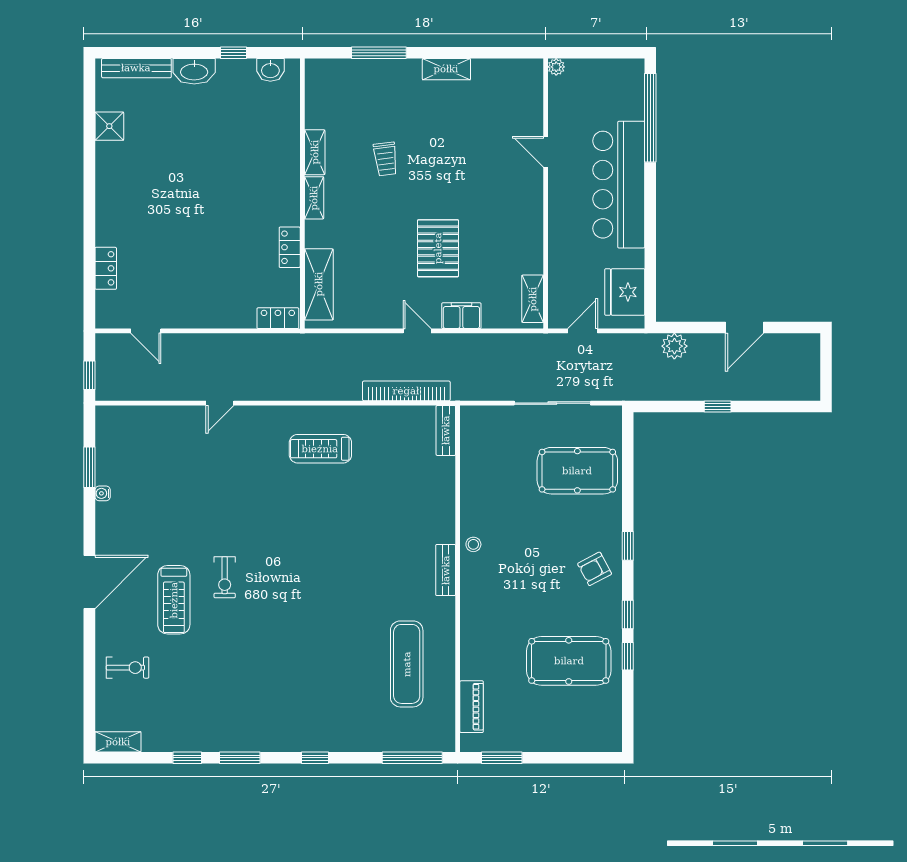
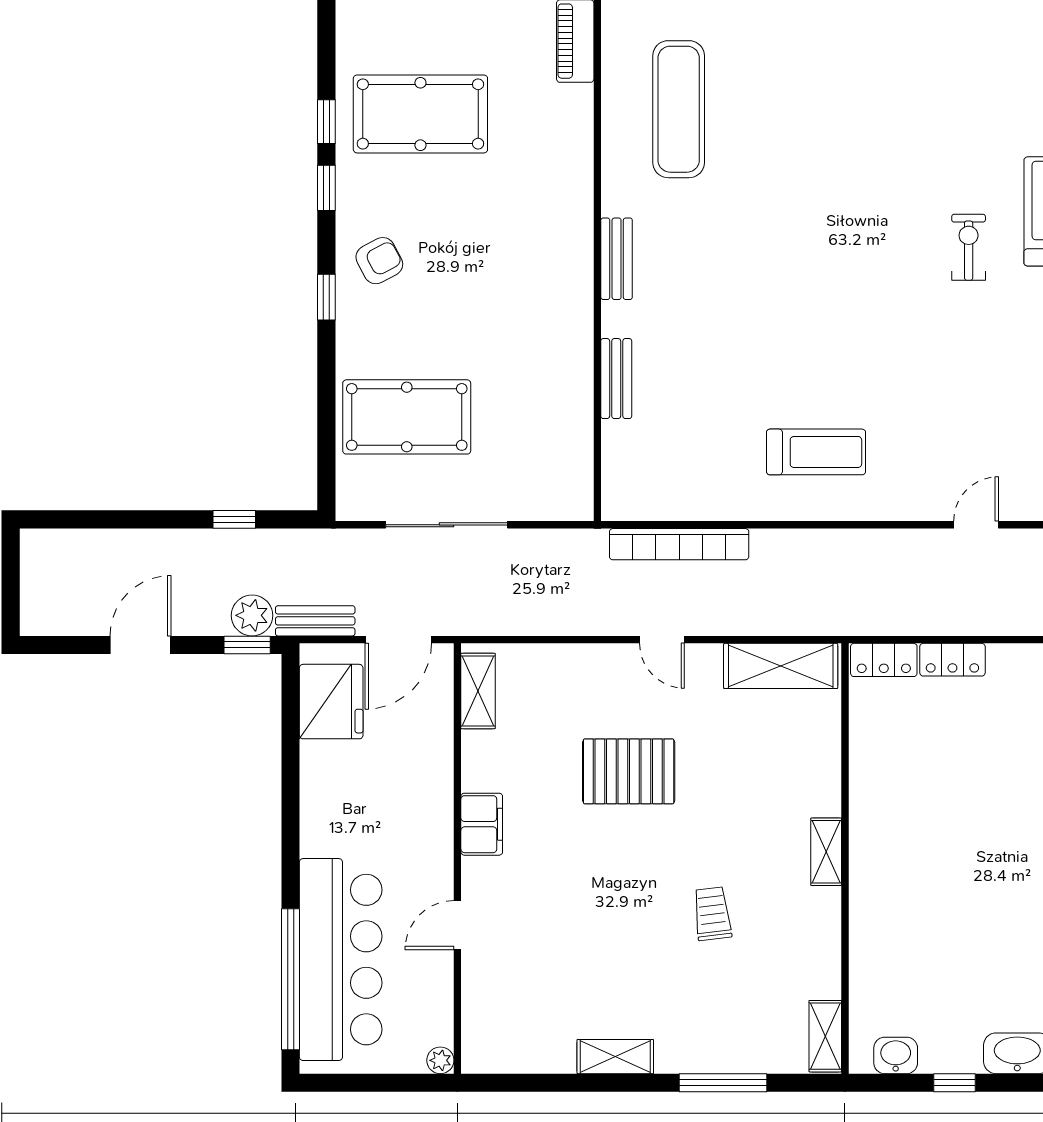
shelving: (315, 152) -> (825, 1036), moved
door: (546, 152) -> (457, 925), swing flipped
bar counter: (619, 185) -> (341, 960), moved
locker: (290, 247) -> (952, 660), moved, turned 90
pallet: (438, 248) -> (629, 771), turned 90
shelving: (319, 284) -> (781, 666), moved, turned 90
filing cabinet: (461, 316) -> (482, 824), moved, turned -90
window: (678, 328) -> (247, 645), added
door: (583, 331) -> (398, 640), width x1.38
bench: (635, 343) -> (315, 621), added
window: (718, 406) -> (234, 519), moved
bench: (446, 430) -> (616, 379), moved
stool: (473, 544) -> (572, 300), removed

